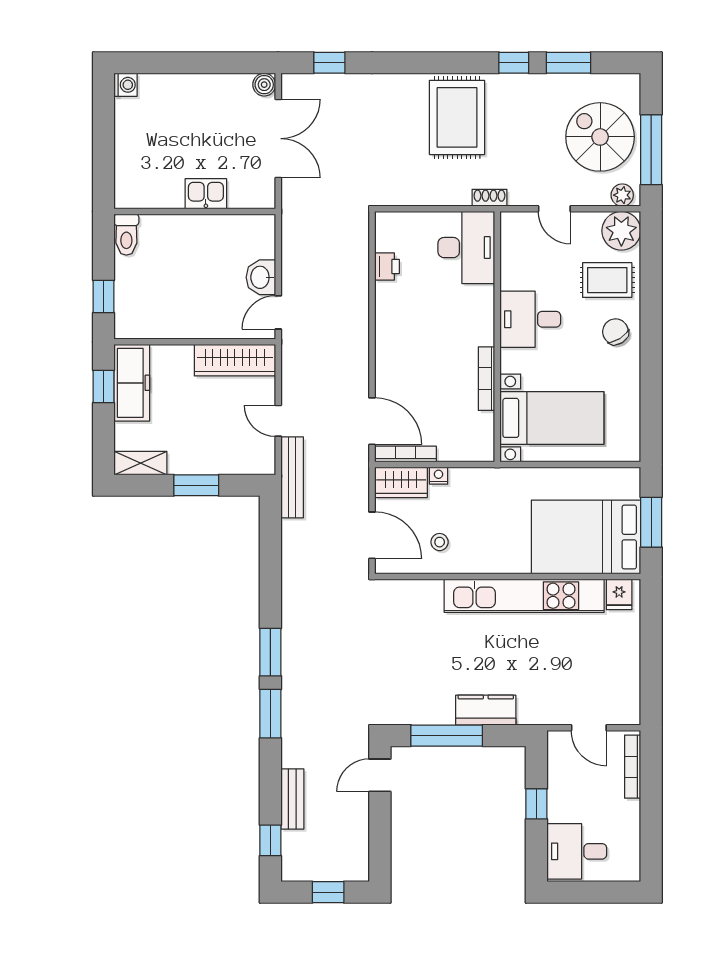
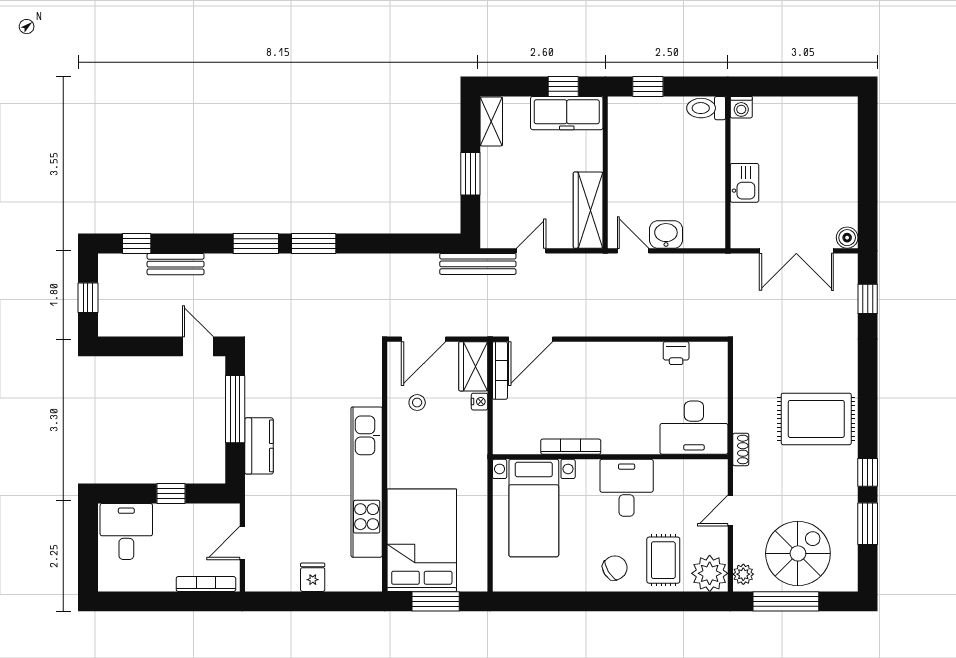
washing machine: (125, 85) -> (741, 107), moved
fridge: (619, 594) -> (313, 577), moved, turned 90

